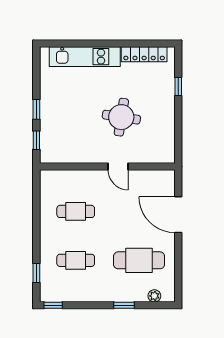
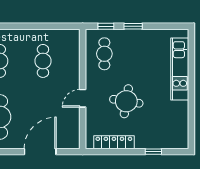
locker: (144, 54) -> (114, 142), moved, turned 90
cafe table: (68, 142) -> (104, 54), added

